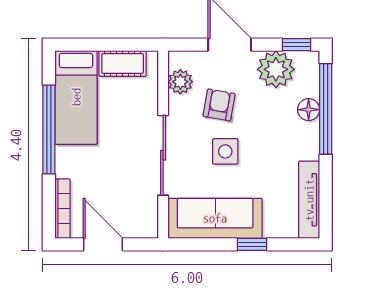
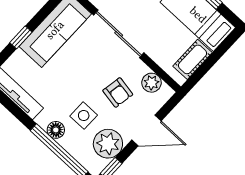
floor lamp: (309, 110) -> (56, 130), moved
side table: (225, 151) -> (84, 116), moved

